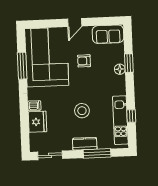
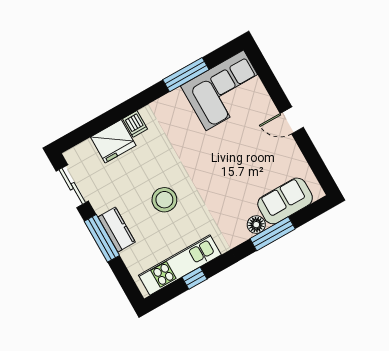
sofa: (108, 34) -> (285, 201), moved, turned 90
corner sofa: (47, 57) -> (225, 90), width x0.73, depth x0.74
armchair: (84, 61) -> (241, 164), removed
window: (129, 63) -> (273, 234), width x1.44
window: (97, 153) -> (102, 238), moved

